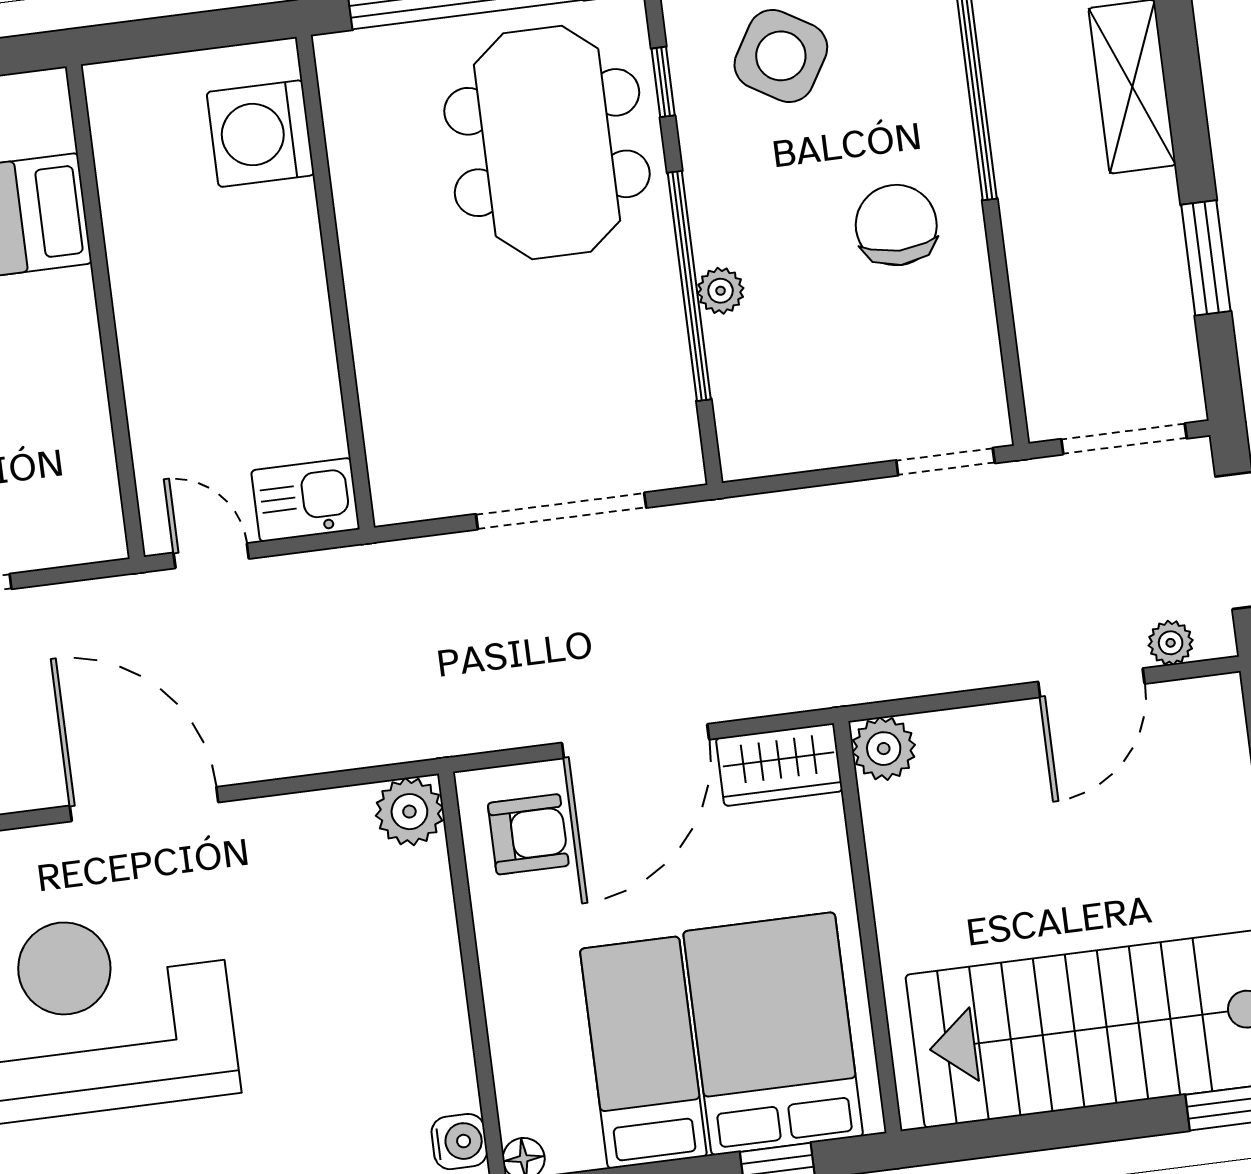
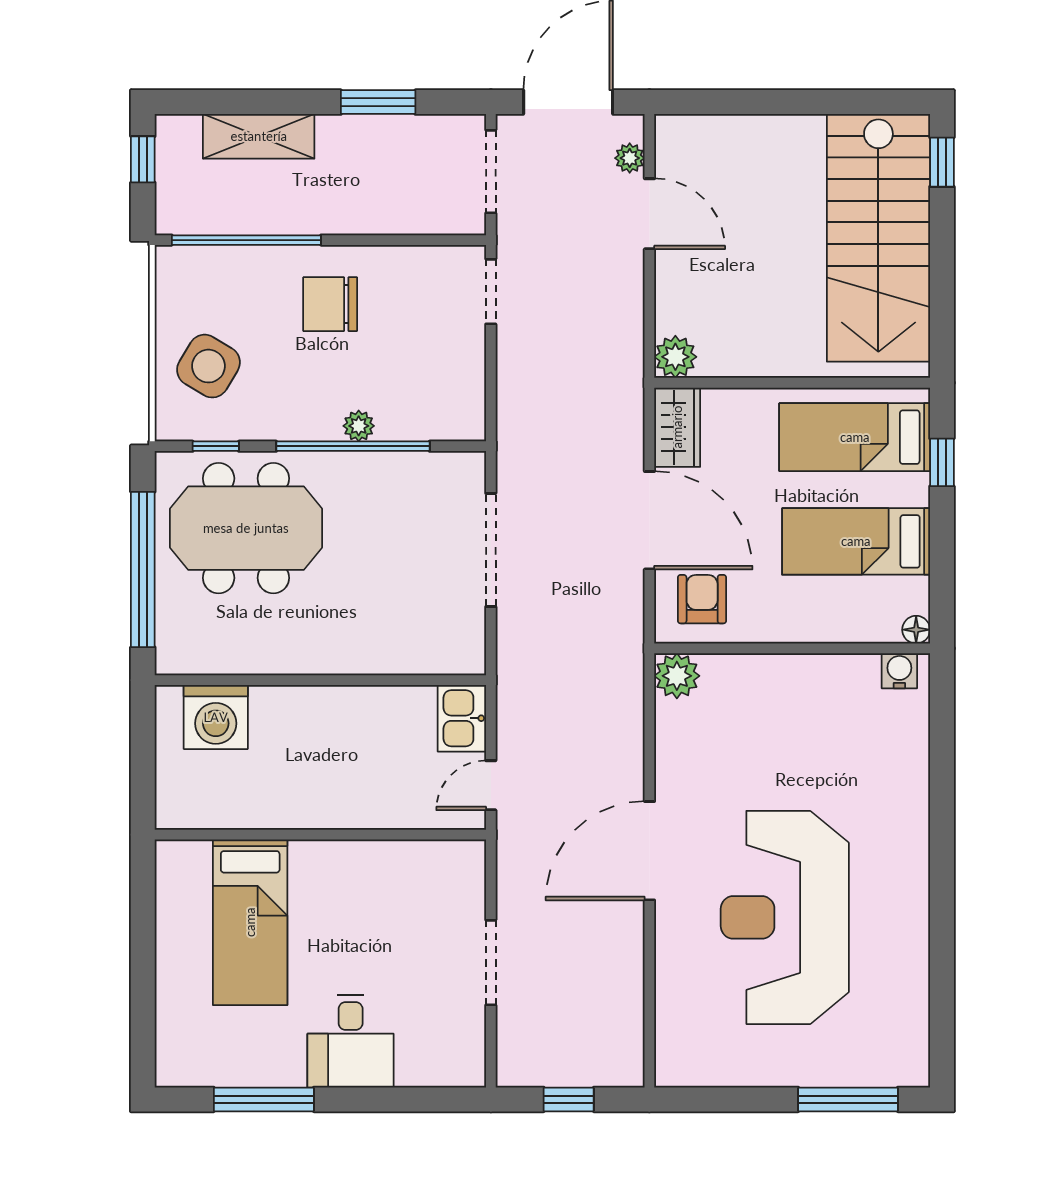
bed: (773, 1034) -> (855, 437), width x0.67

